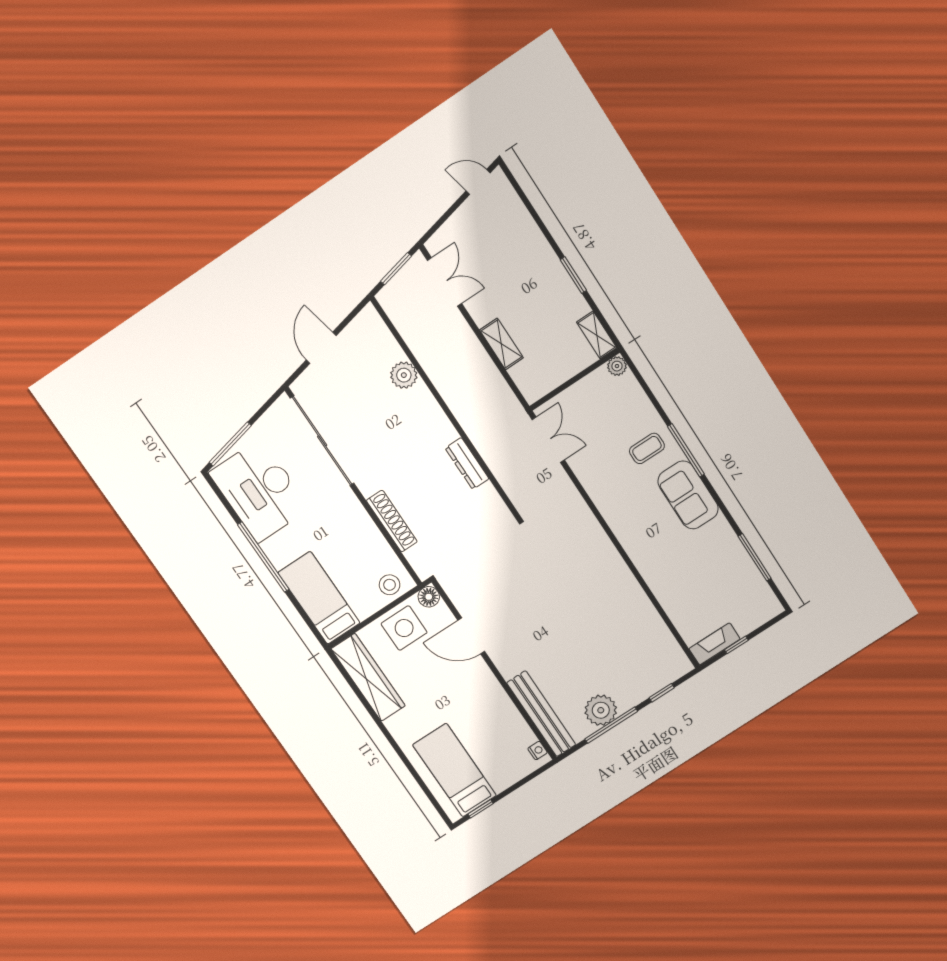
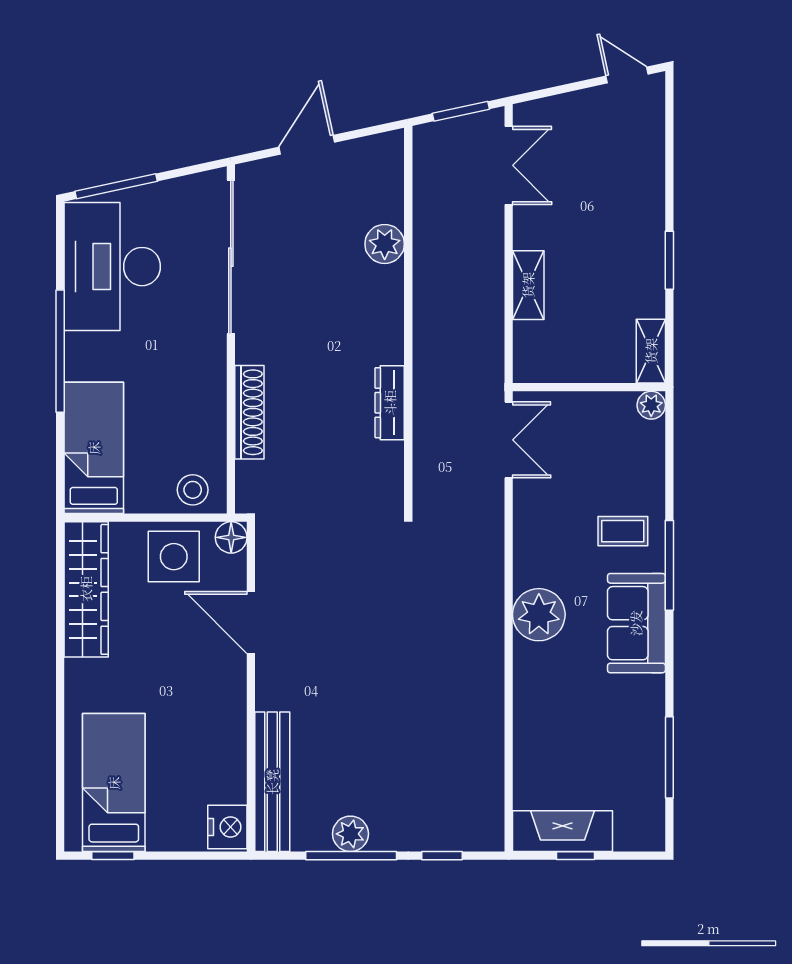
plant: (630, 526) -> (539, 615), added
fireplace: (715, 644) -> (562, 831), width x1.37, depth x1.32
plant: (601, 710) -> (350, 834), width x0.73, depth x0.73
nightstand: (538, 751) -> (227, 827), width x1.89, depth x1.79

